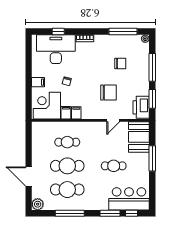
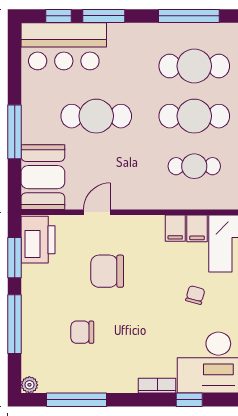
window: (58, 32) -> (189, 400), moved
cafe table: (114, 166) -> (96, 116), width x1.37, depth x1.35

